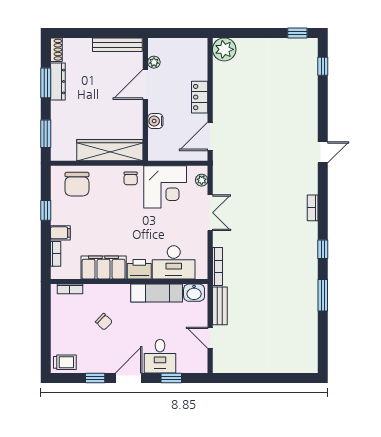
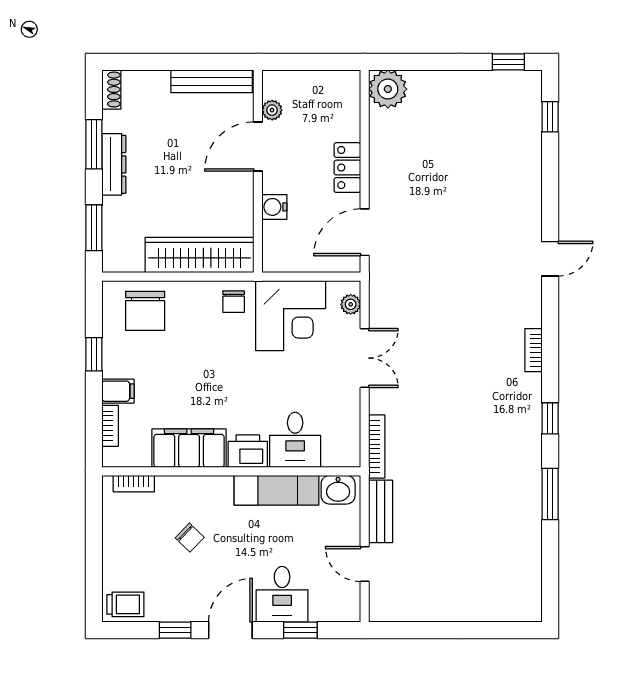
dresser: (58, 81) -> (114, 164), moved
desk: (174, 262) -> (295, 440), width x0.73

